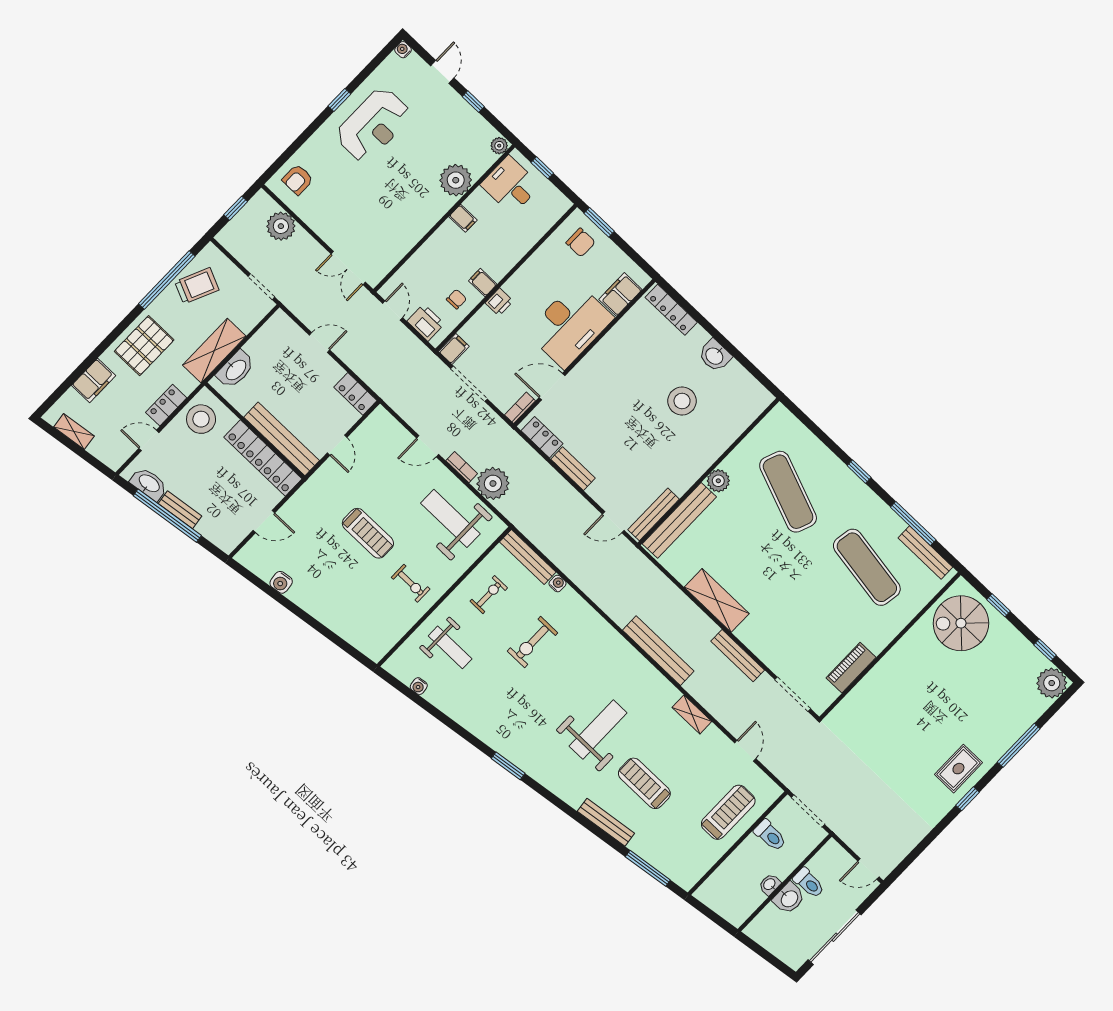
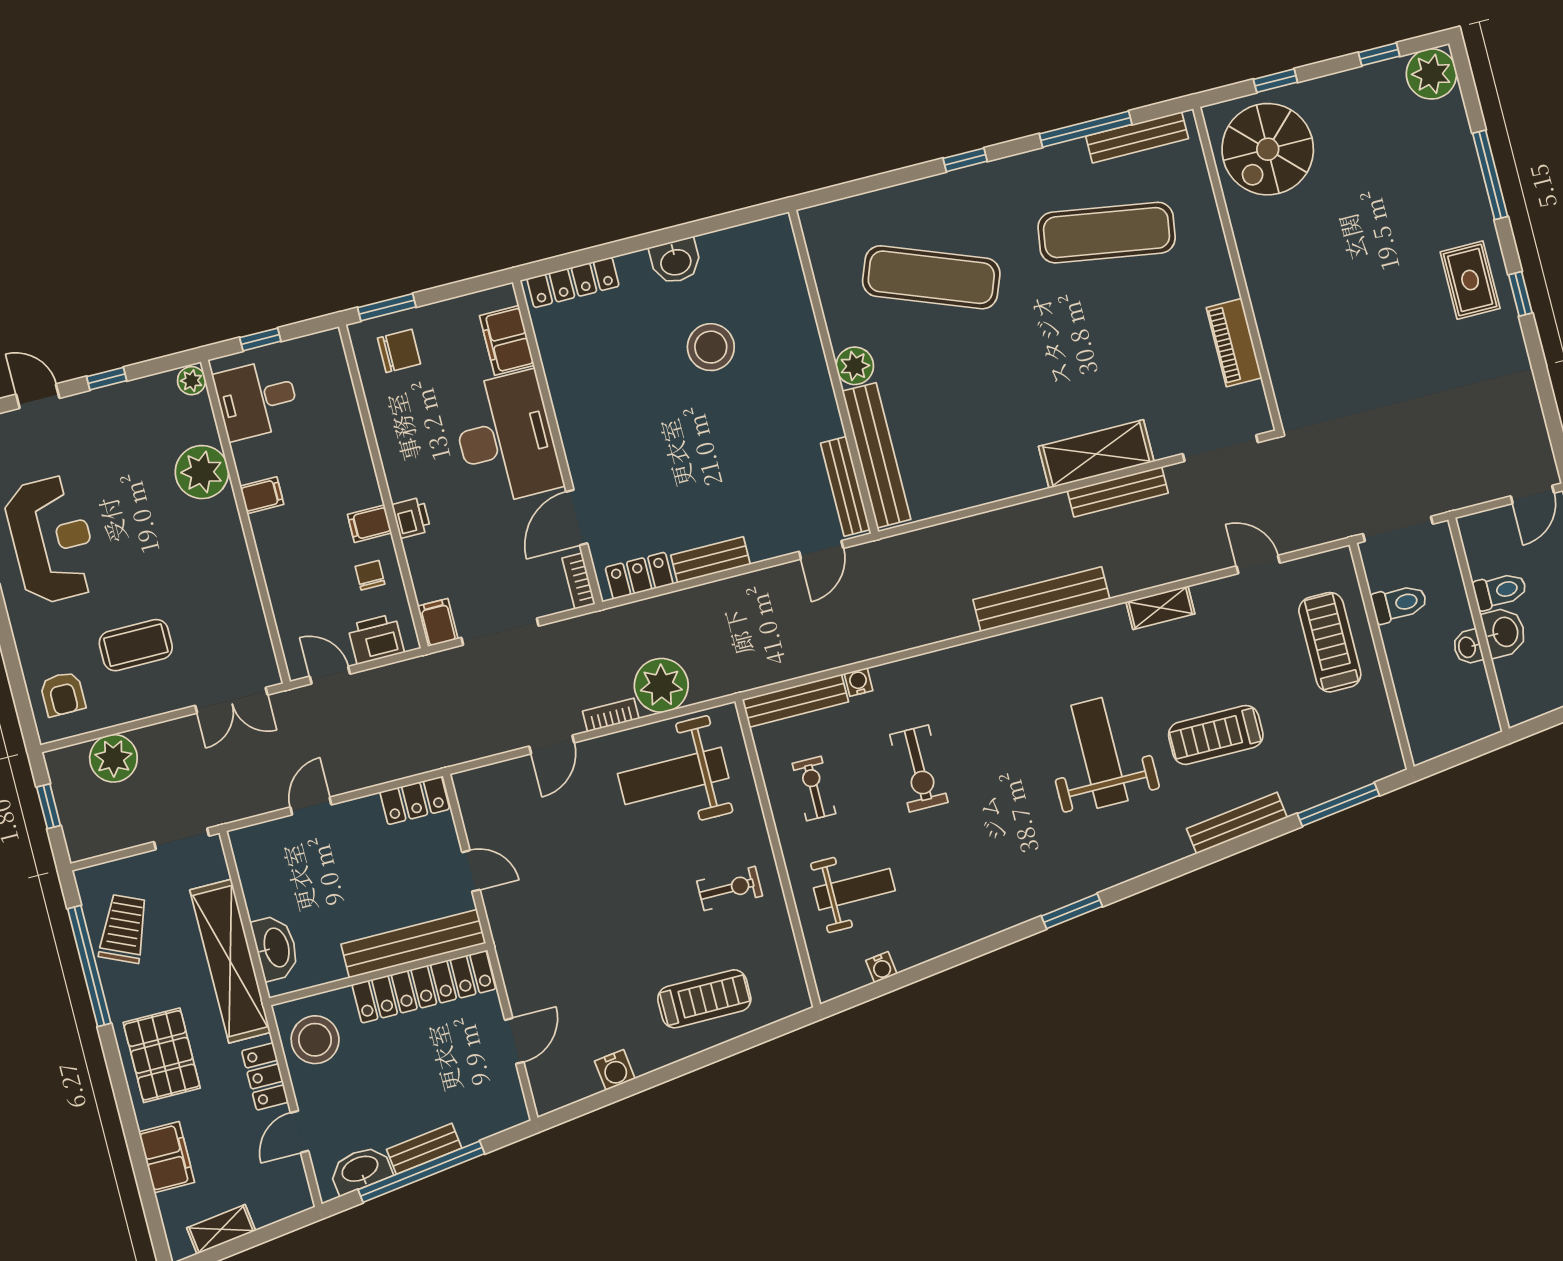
coffee table: (346, 201) -> (136, 645), added
shelving: (214, 351) -> (230, 961), width x1.47
treadmill: (368, 533) -> (704, 999), moved
shelving: (717, 600) -> (1096, 454), moved

